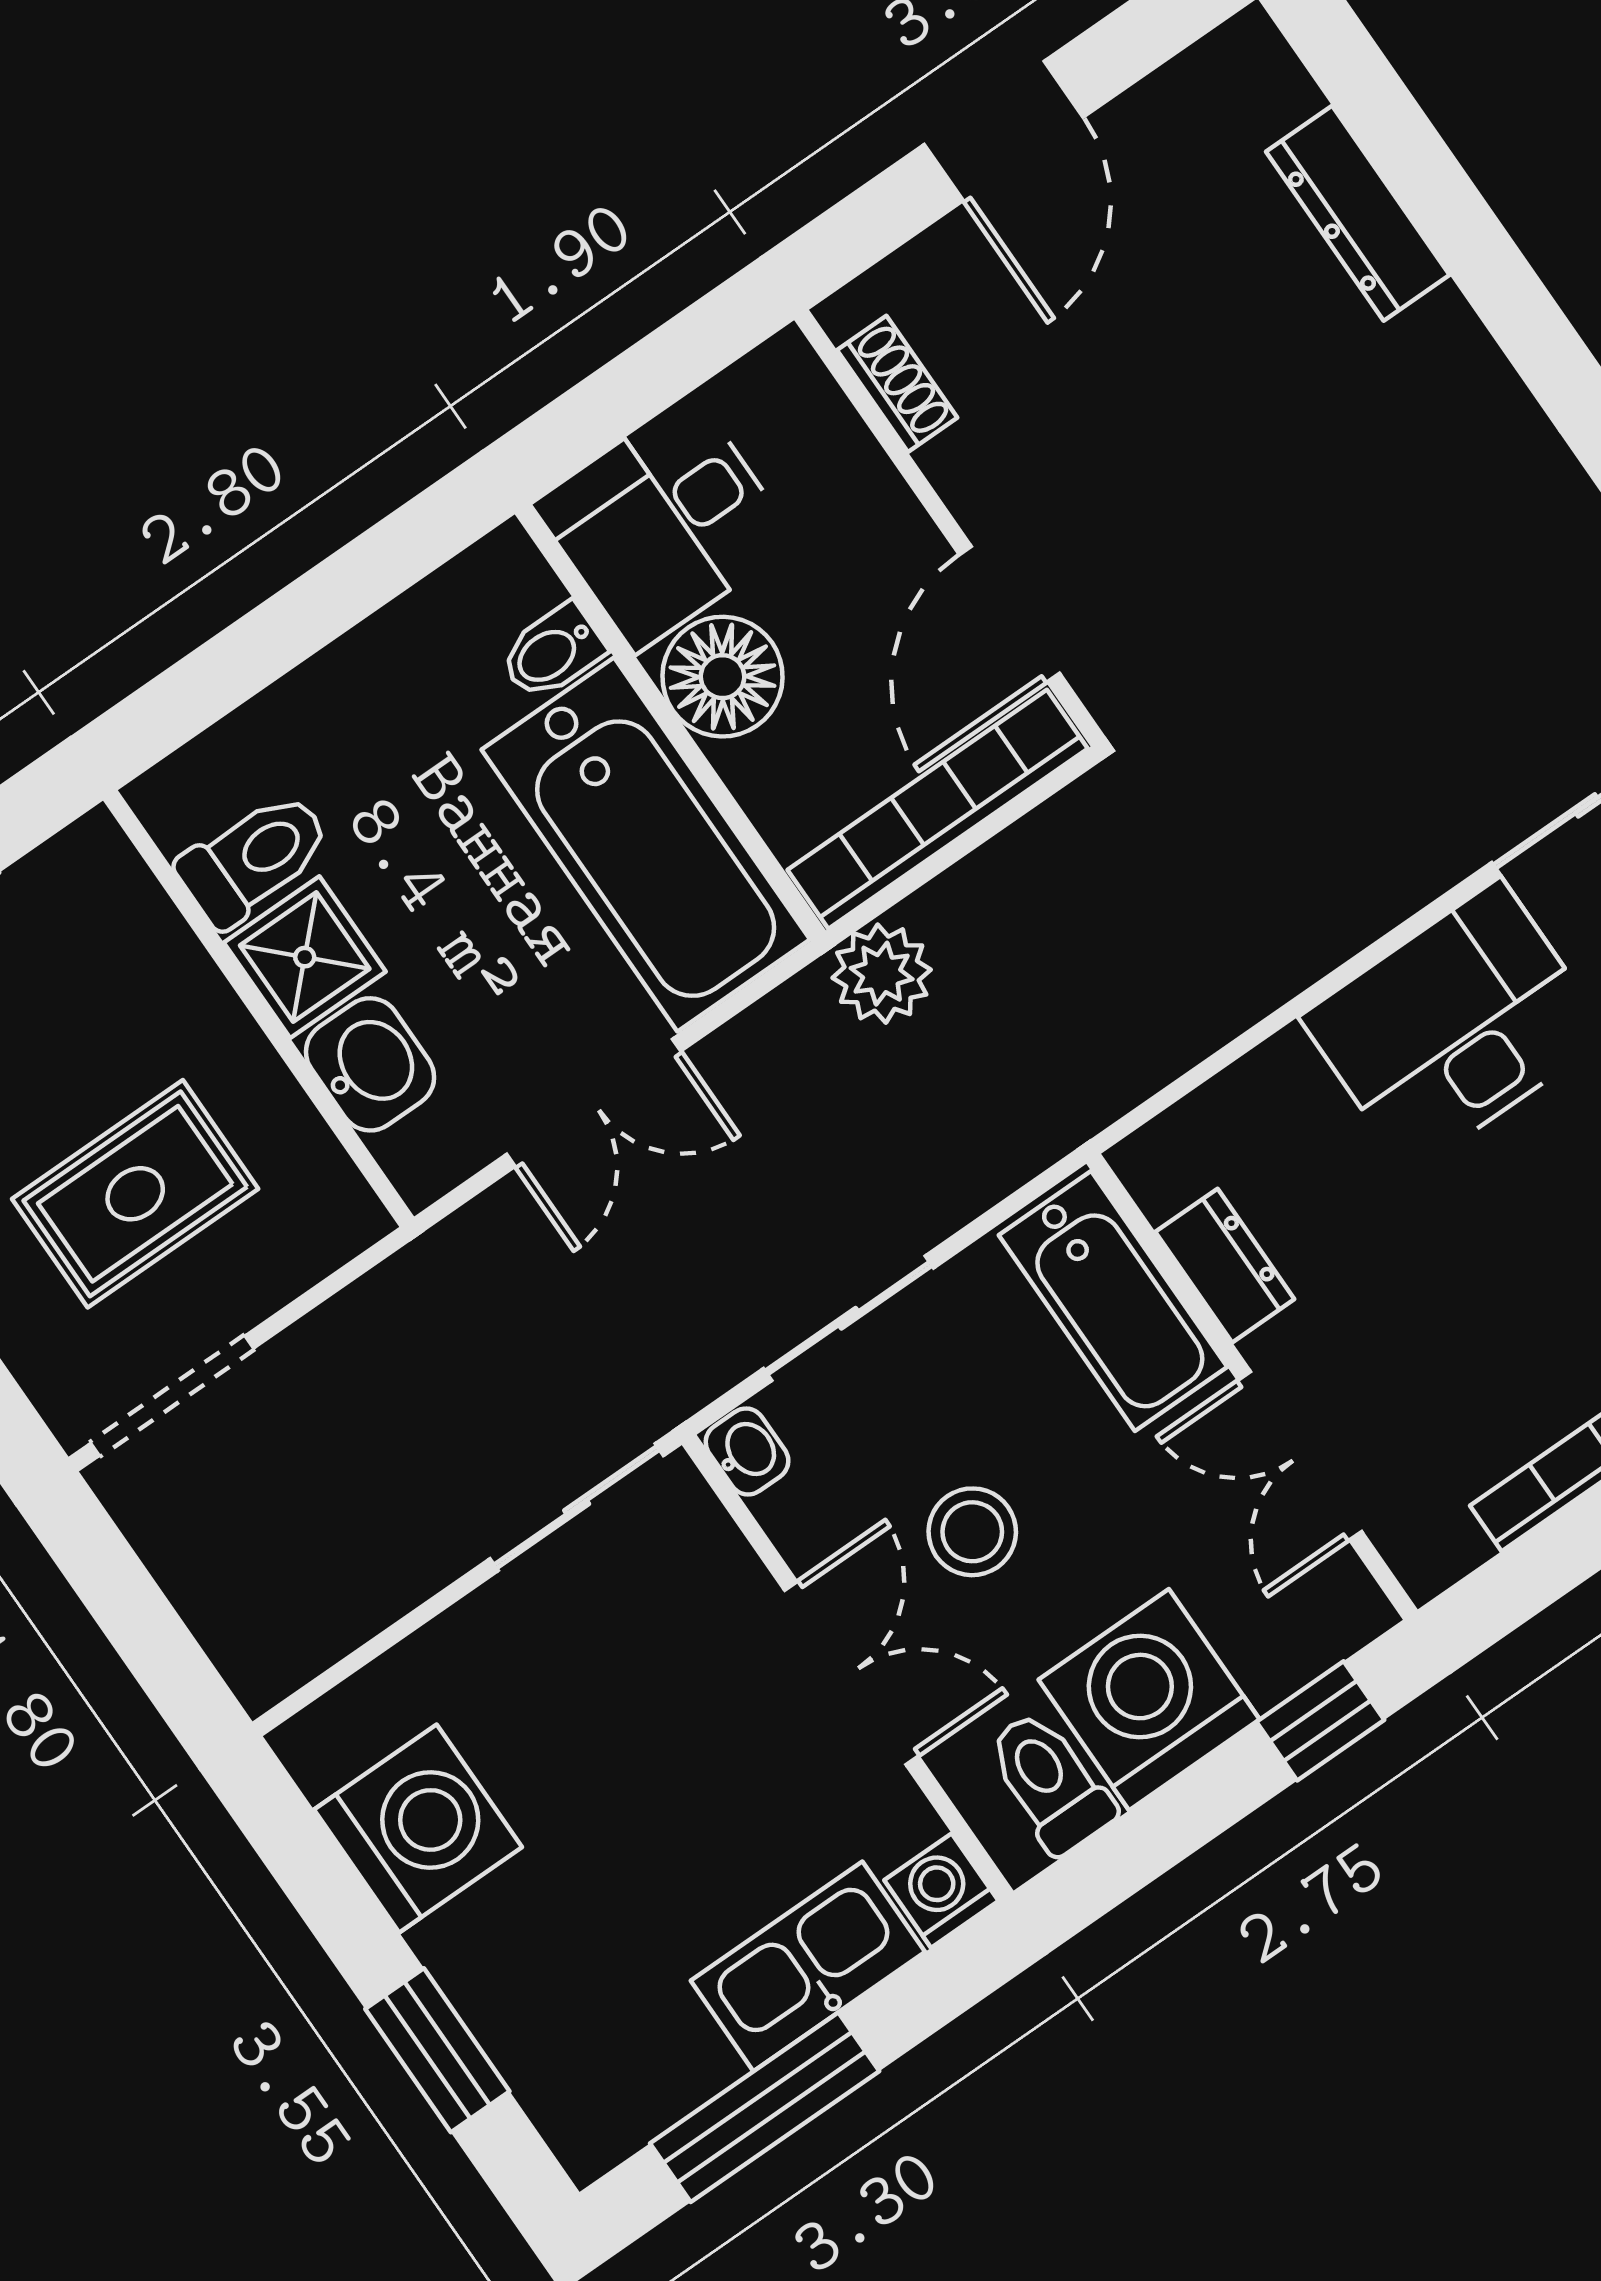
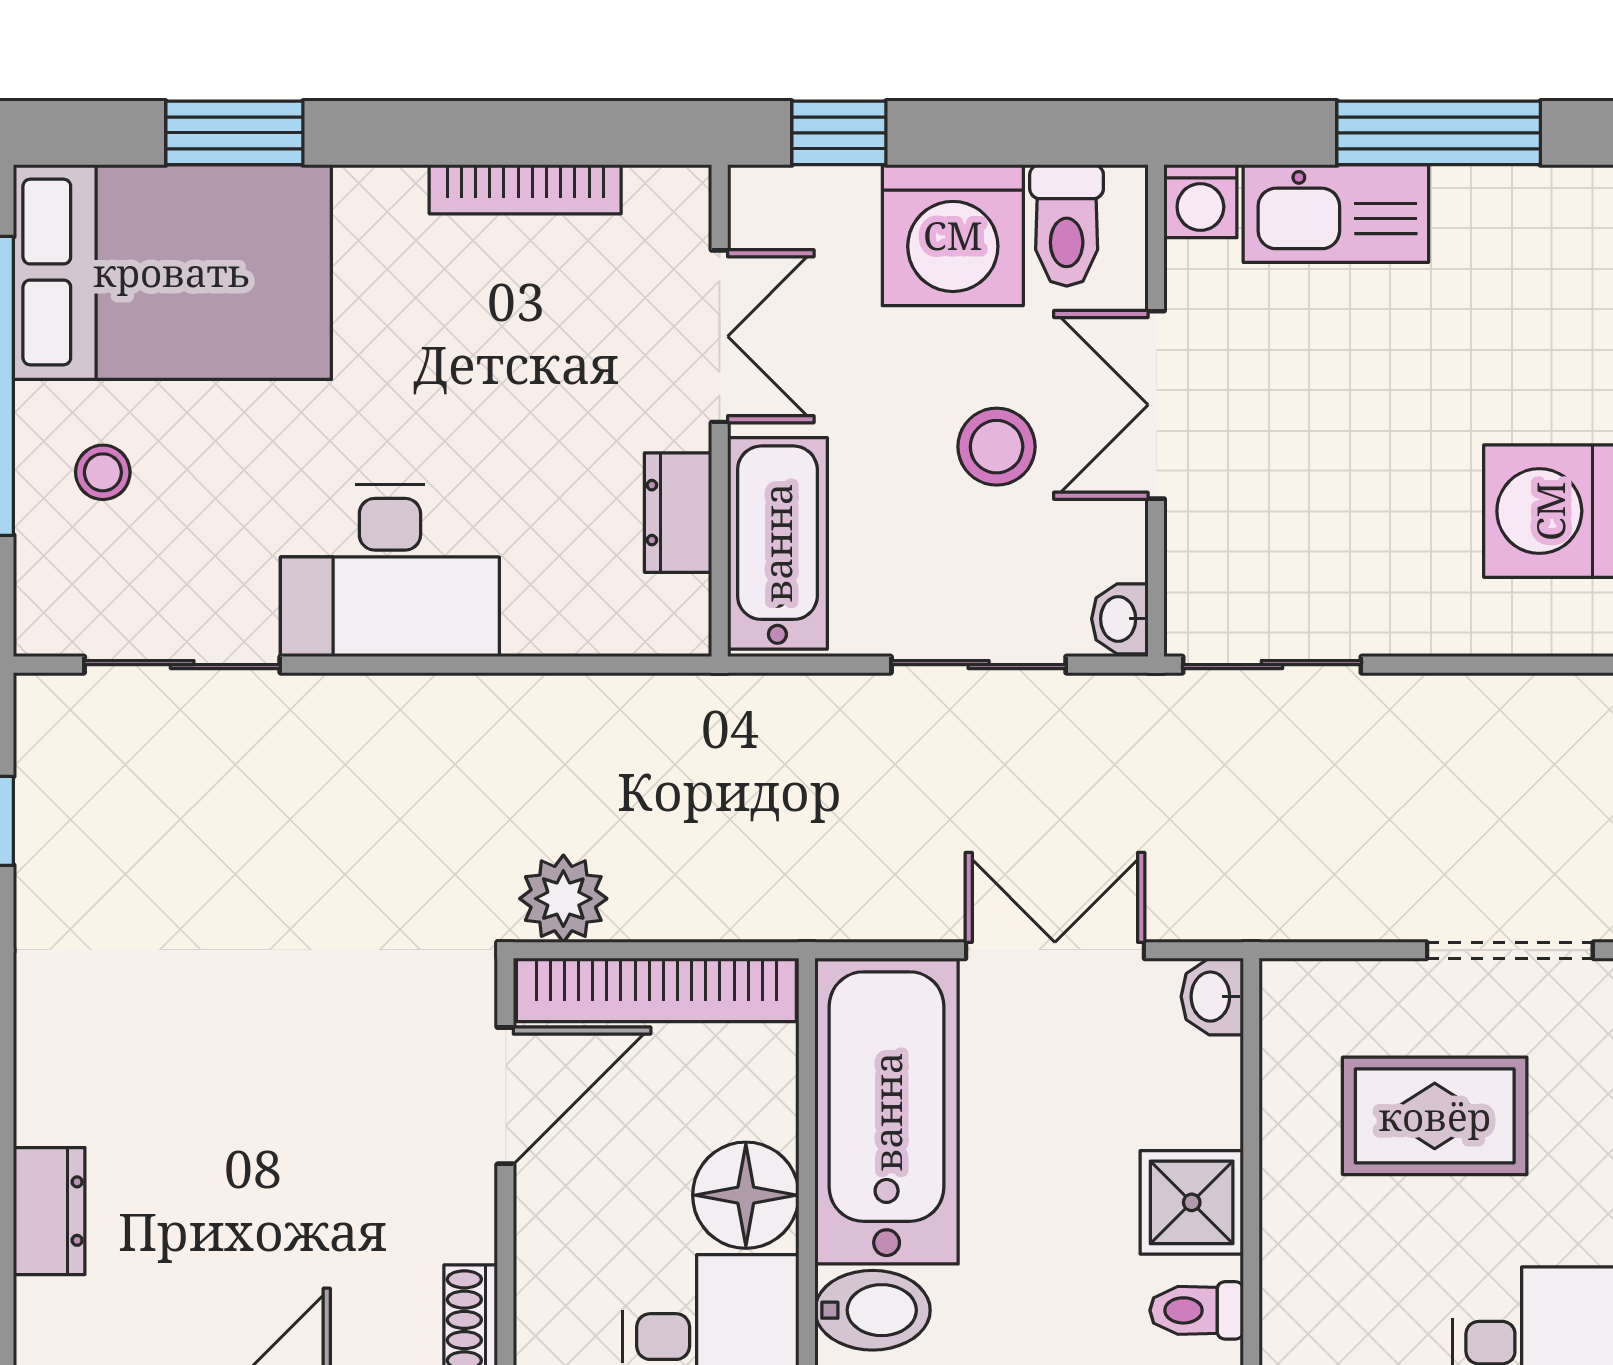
dresser: (1358, 213) -> (49, 1211), width x0.70
bidet: (552, 652) -> (873, 1310), width x1.38, depth x1.36
toilet: (254, 858) -> (1197, 1310), width x0.73, depth x0.72
plant: (882, 974) -> (563, 899), moved
washbasin: (370, 1064) -> (1212, 997), moved, width x0.72, depth x0.69

